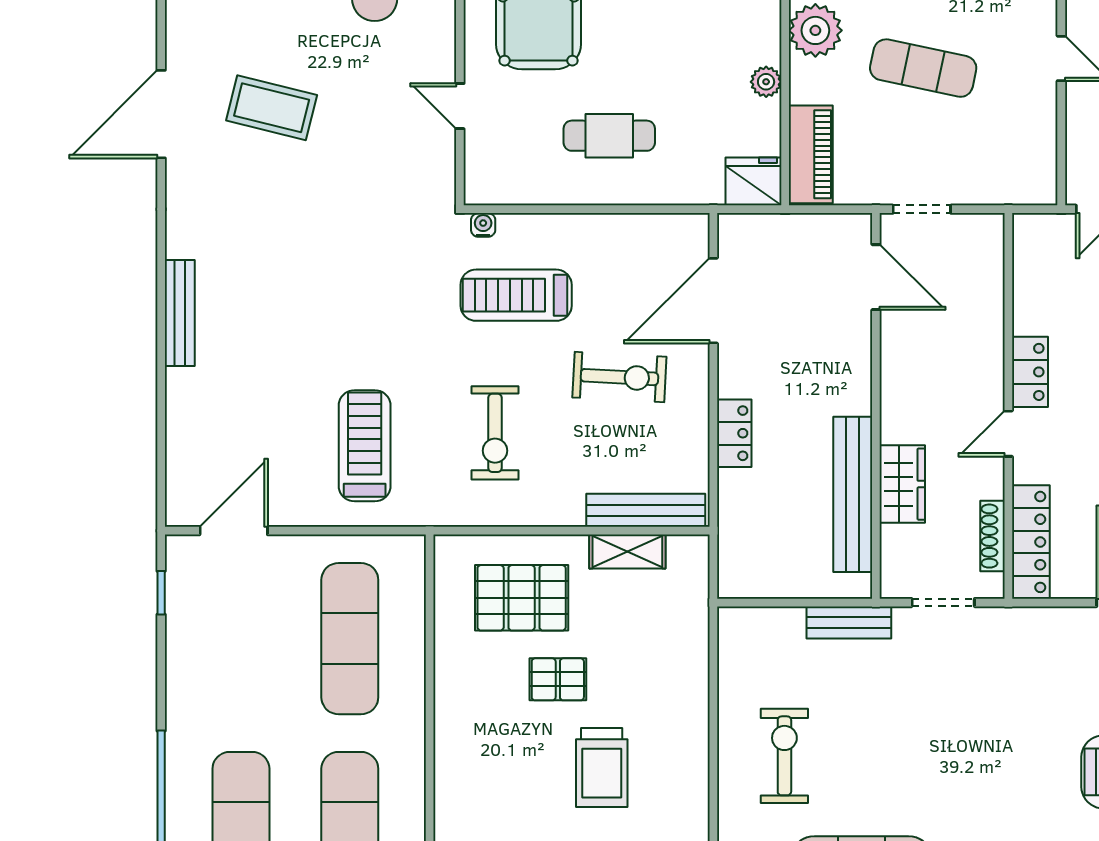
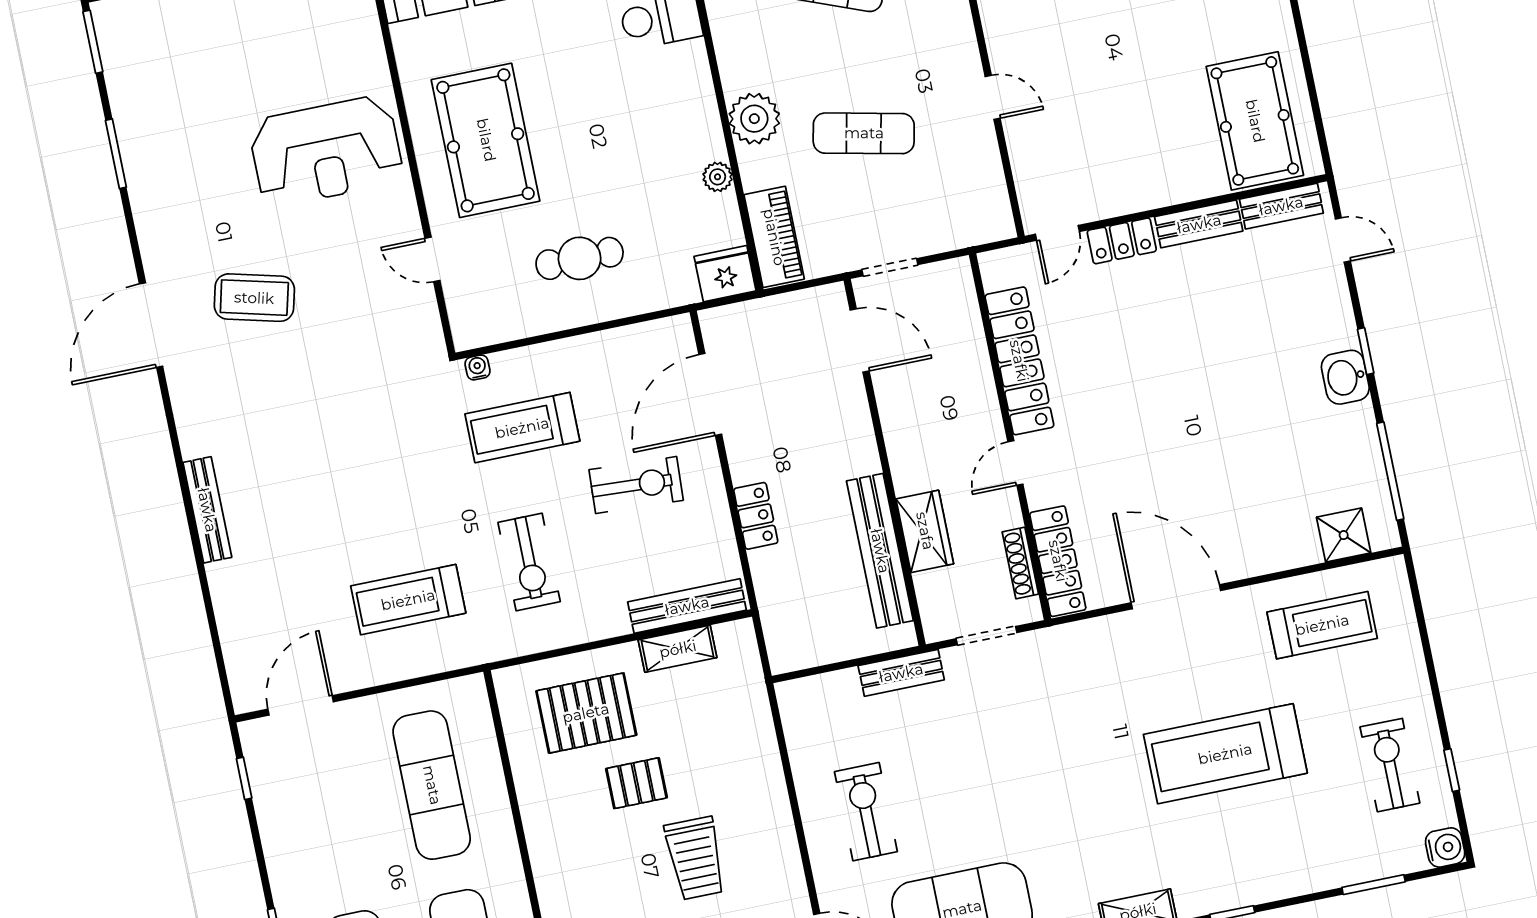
locker: (1030, 372) -> (1019, 361), width x2.16, depth x1.21
treadmill: (365, 446) -> (408, 600), turned -90

